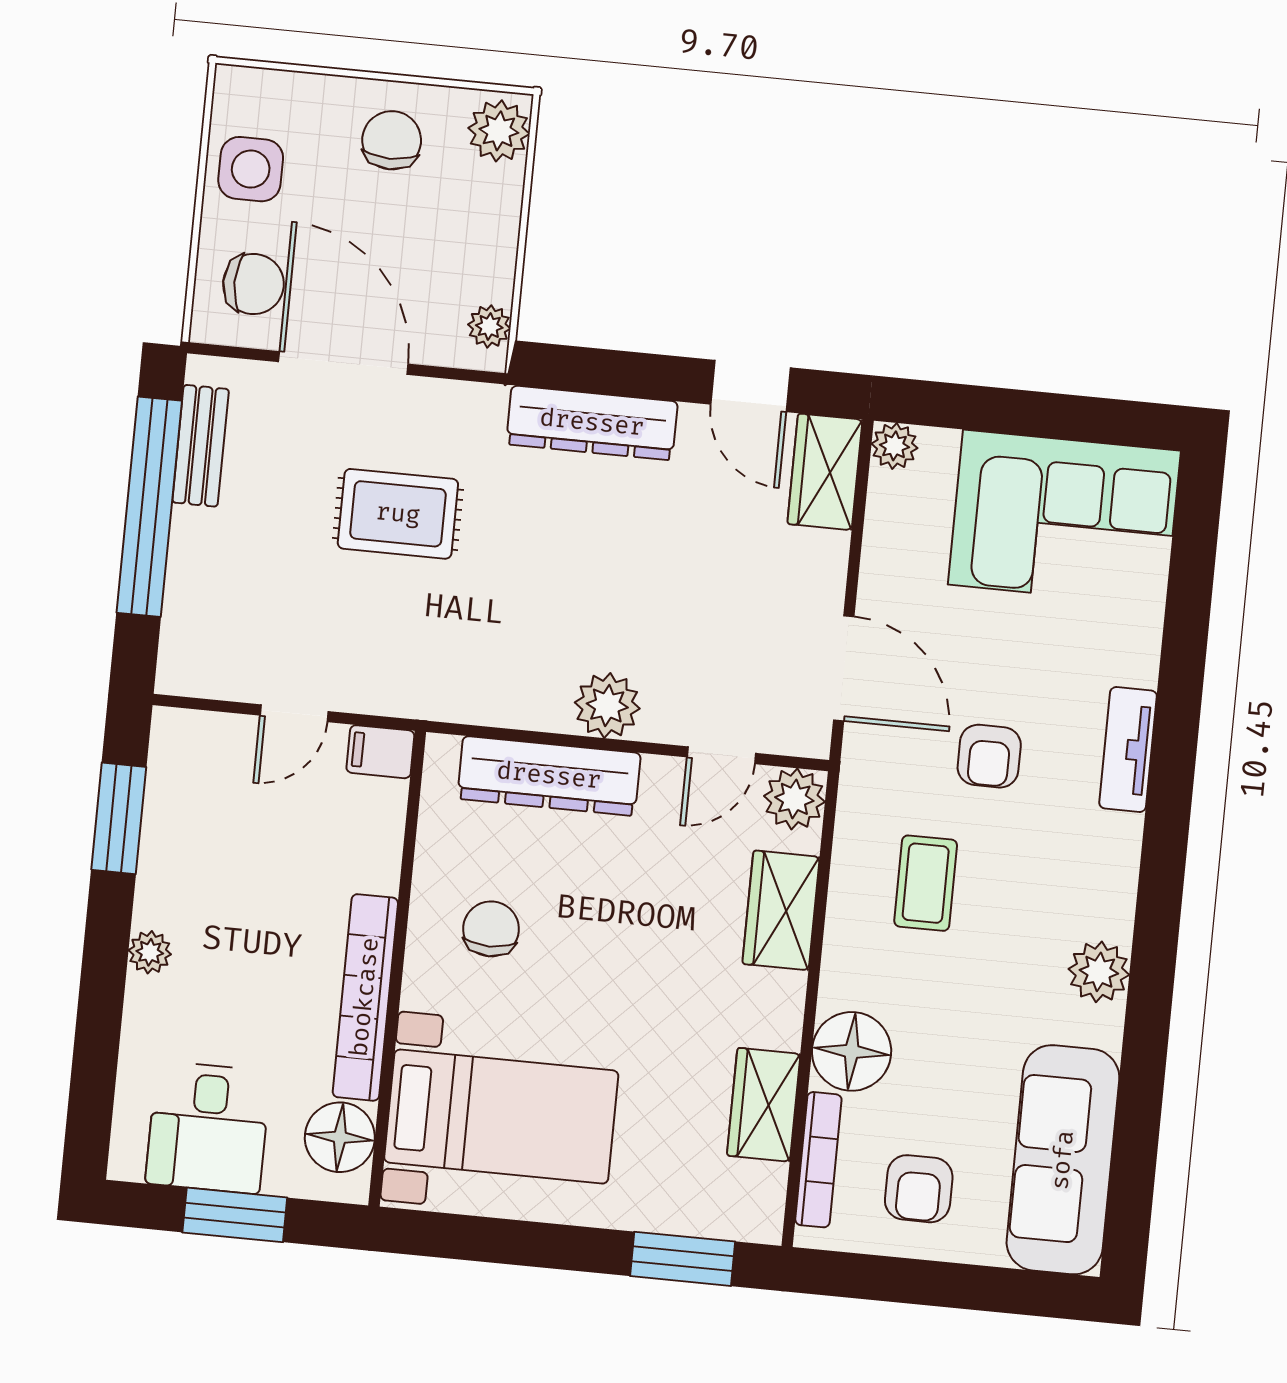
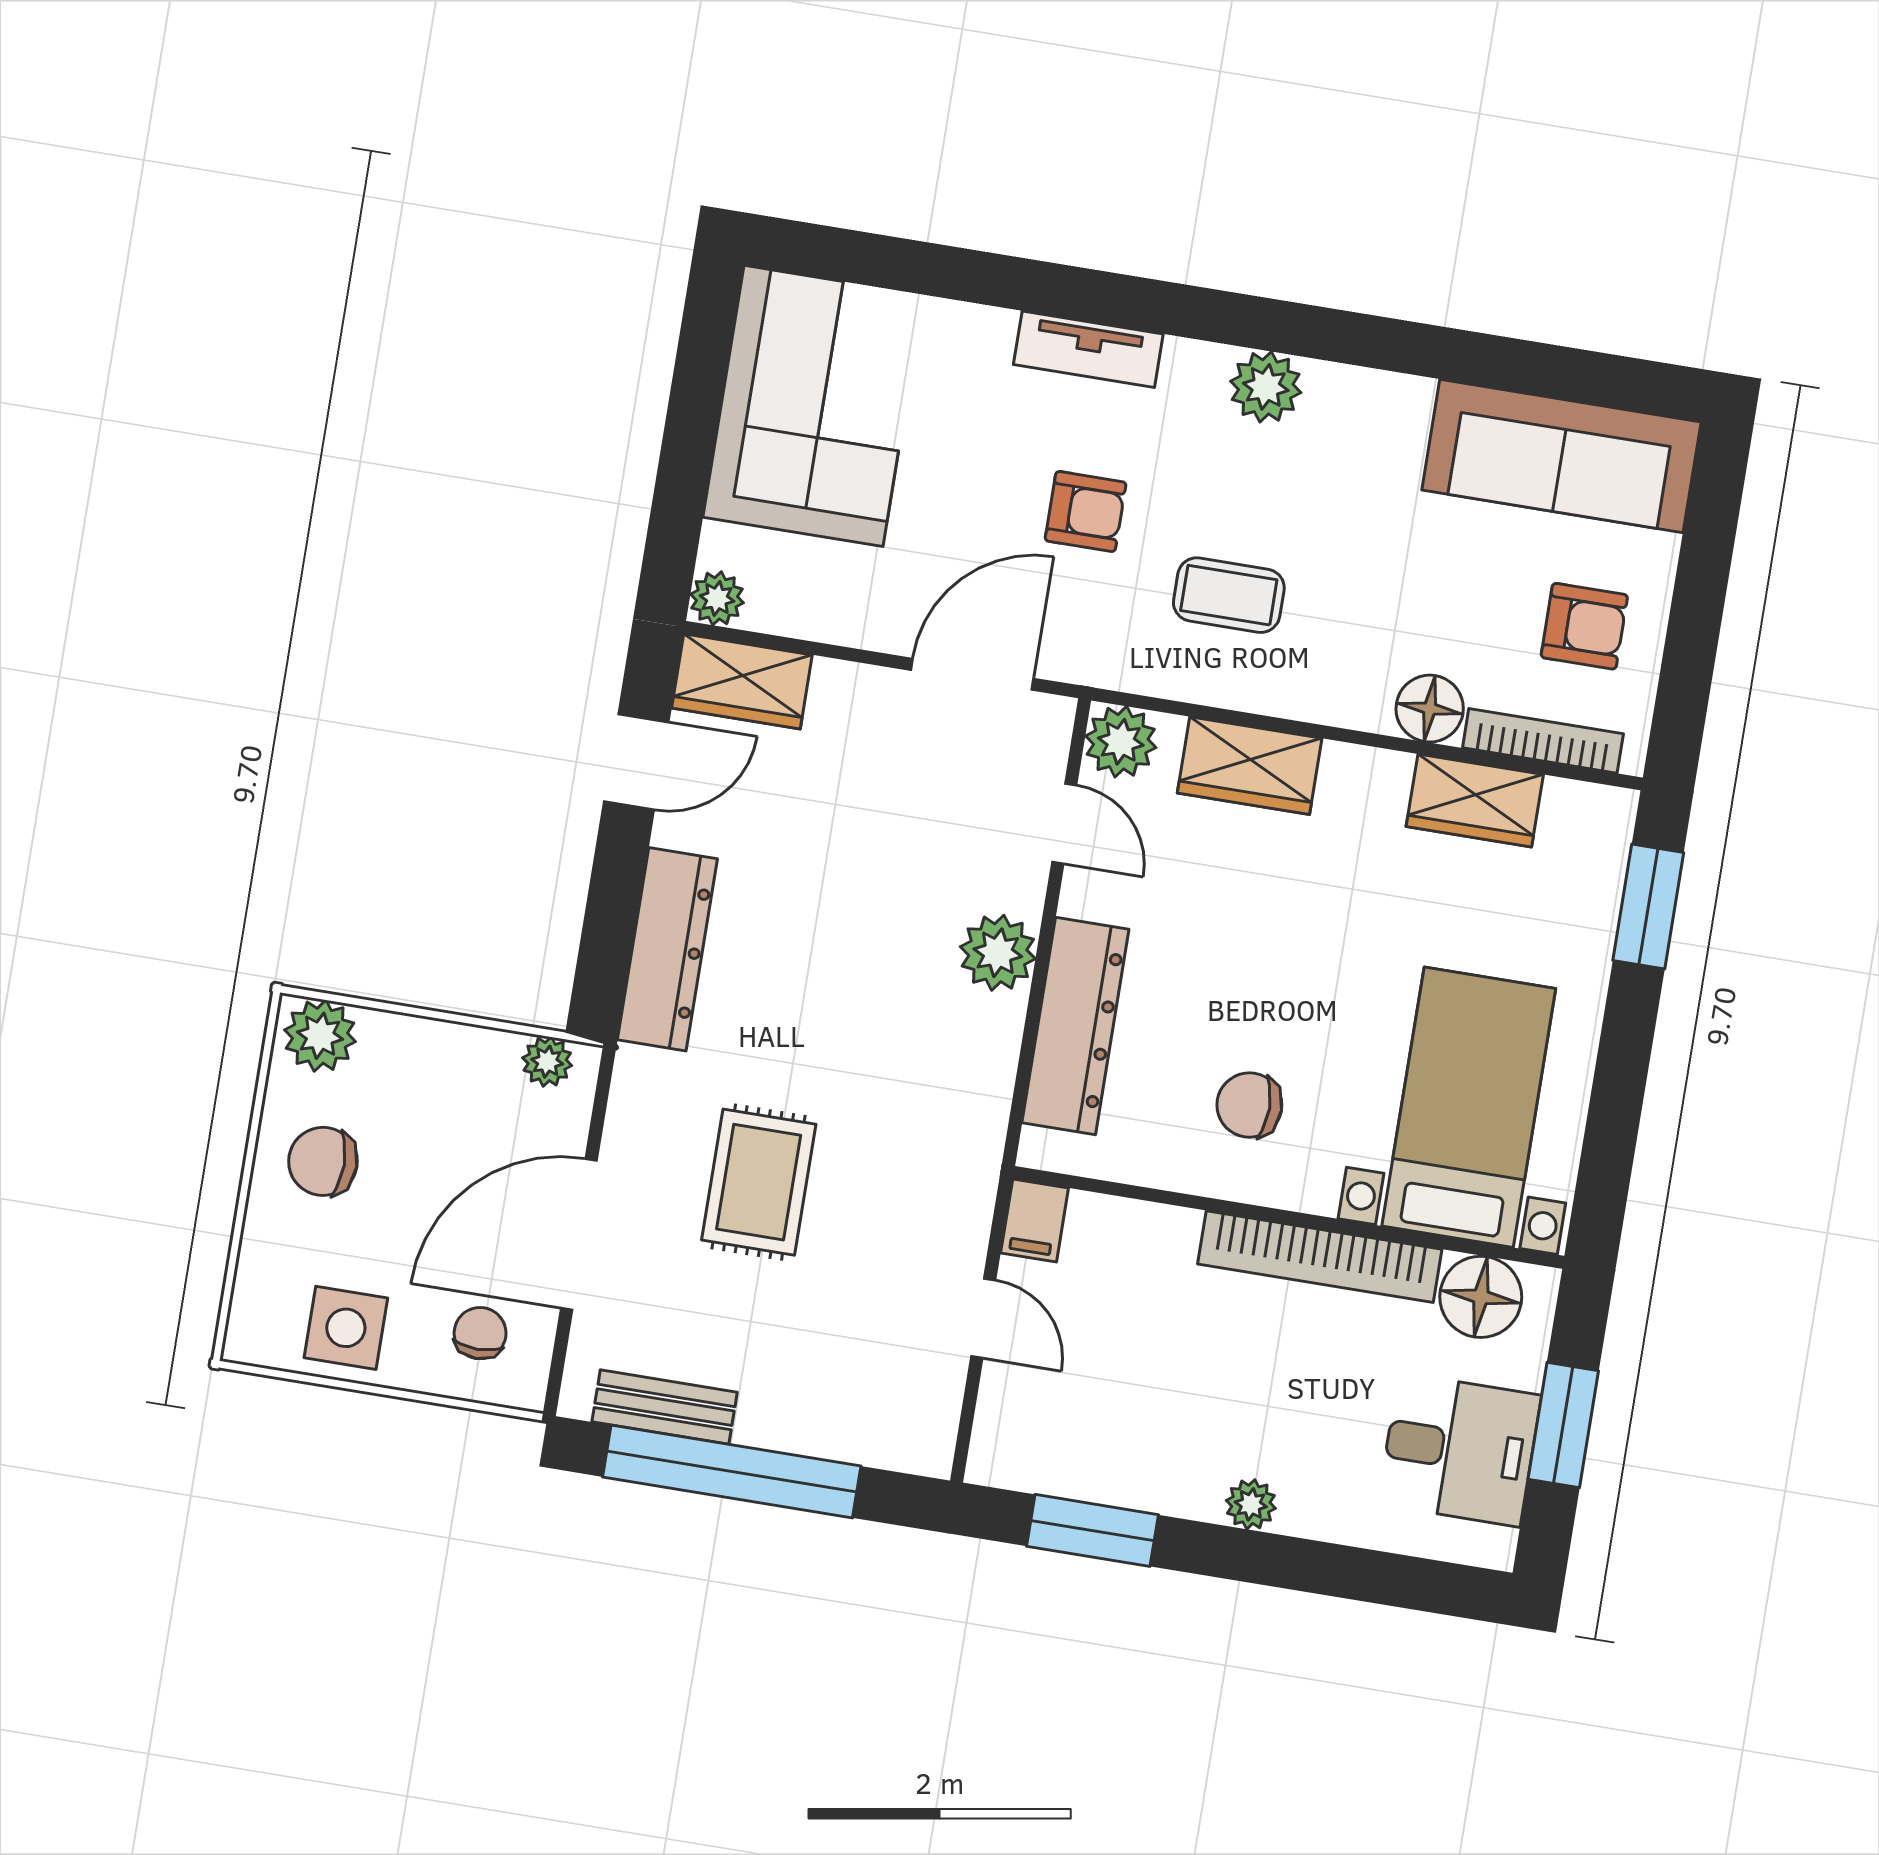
chair: (253, 284) -> (480, 1333), width x0.73, depth x0.73
plant: (1099, 972) -> (1266, 387), moved
floor lamp: (852, 1051) -> (1430, 709), width x0.73, depth x0.73

